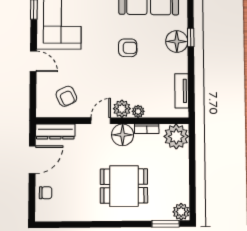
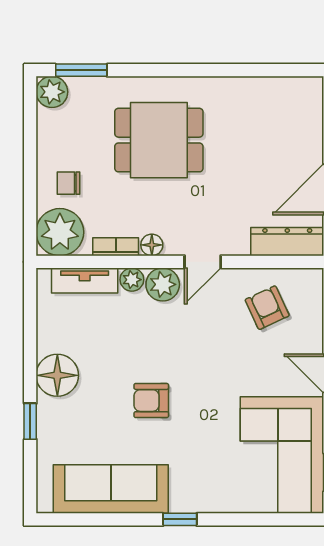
floor lamp: (177, 41) -> (57, 375), moved
tv unit: (182, 91) -> (85, 280), moved, turned 90
floor lamp: (123, 135) -> (152, 245), width x0.53, depth x0.53
chair: (46, 193) -> (68, 183), moved

